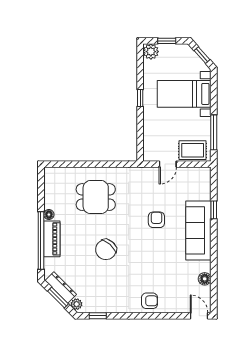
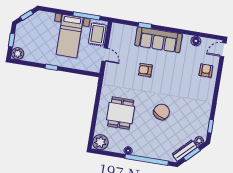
bed with nightstands: (184, 94) -> (70, 36), moved
plant: (54, 177) -> (100, 142), added
piano: (52, 239) -> (147, 151), removed
chair: (106, 250) -> (162, 112), turned -105
armchair: (150, 301) -> (206, 71), moved

